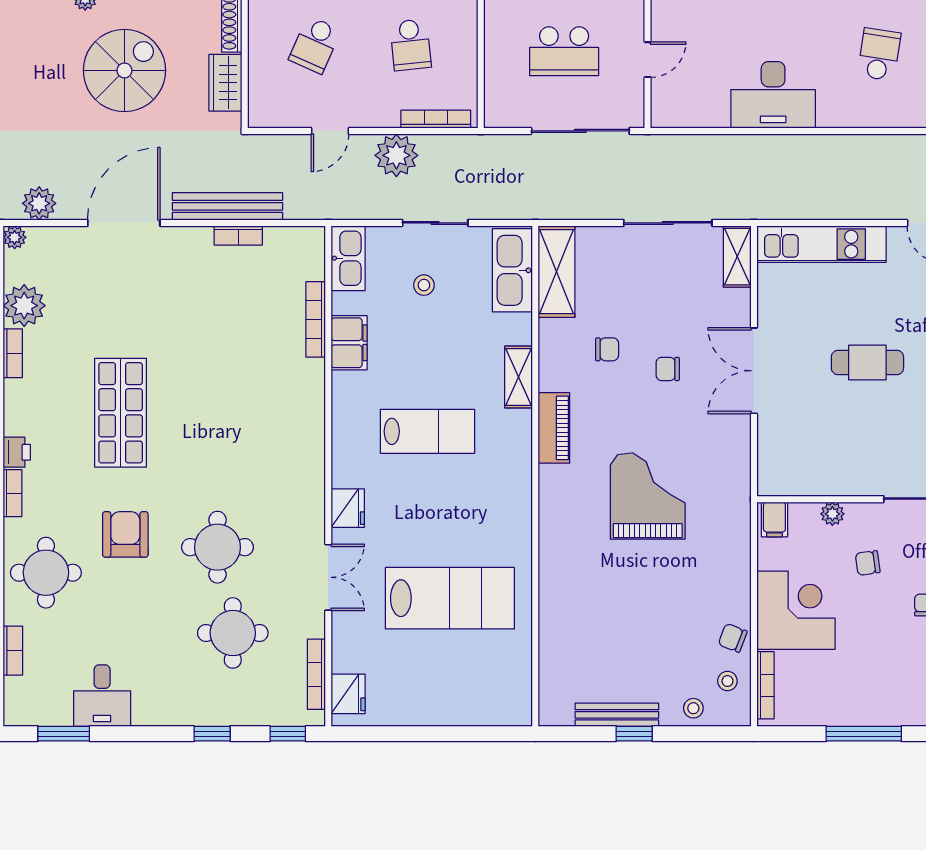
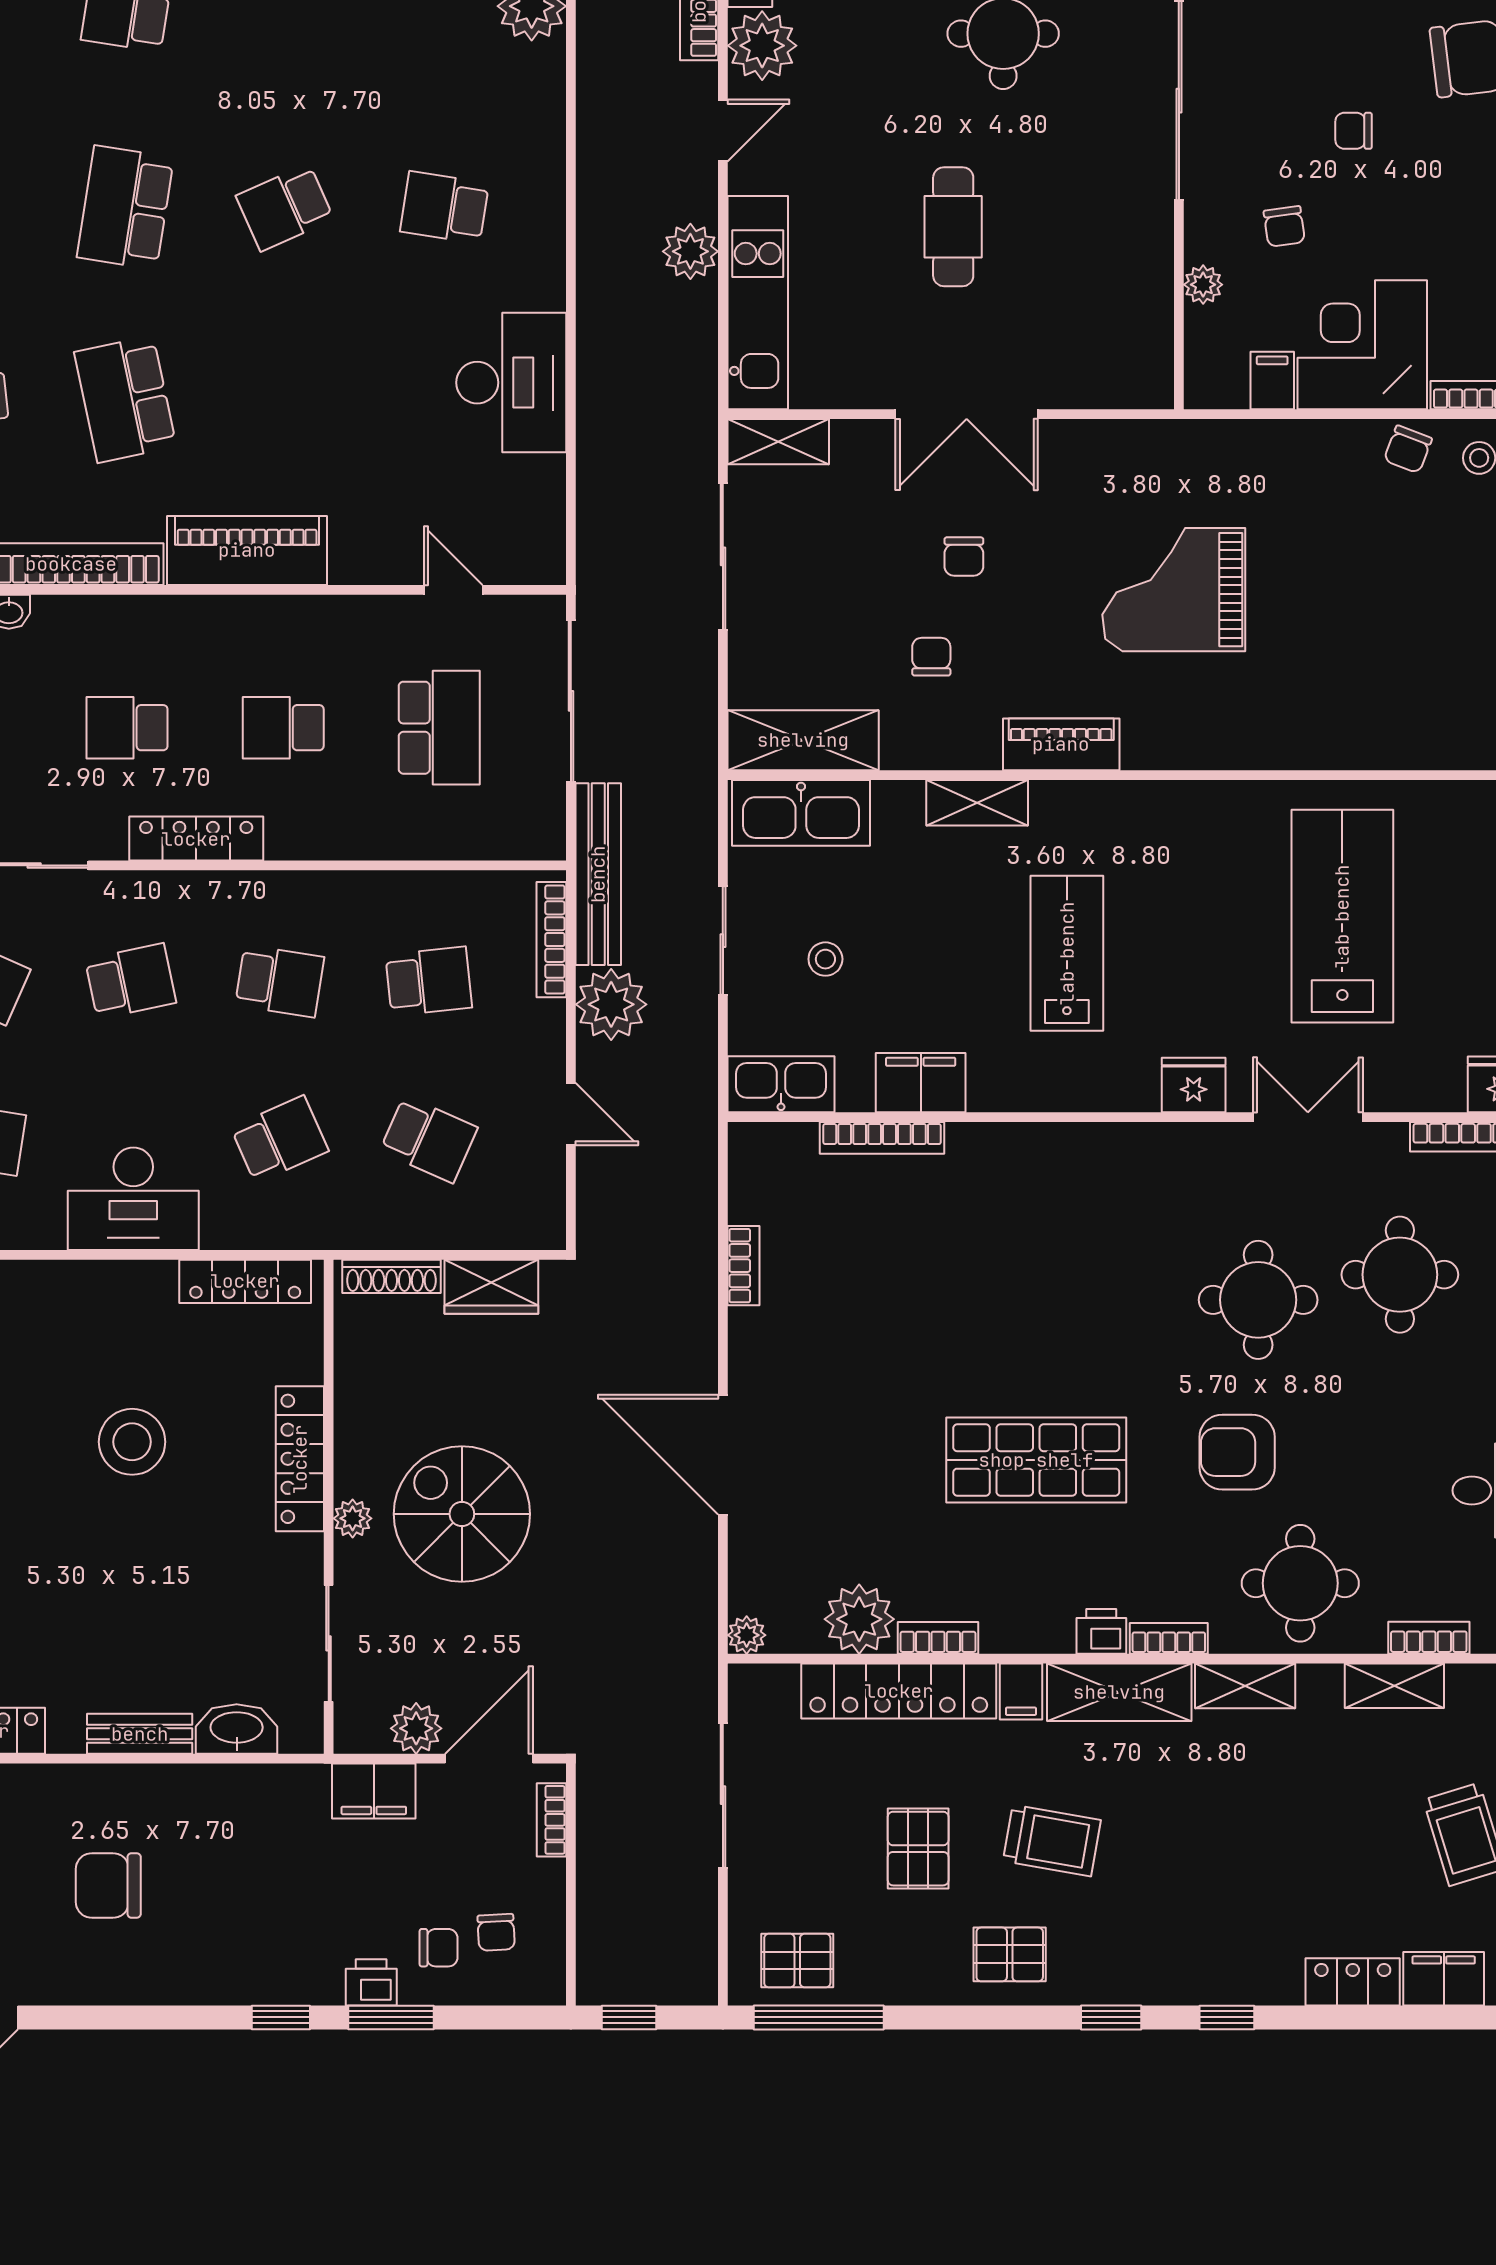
spiral stairs: (124, 70) -> (462, 1514), moved
plant: (39, 203) -> (690, 251), moved
bench: (227, 206) -> (598, 874), moved
filing cabinet: (774, 520) -> (1272, 381), moved, turned -90

